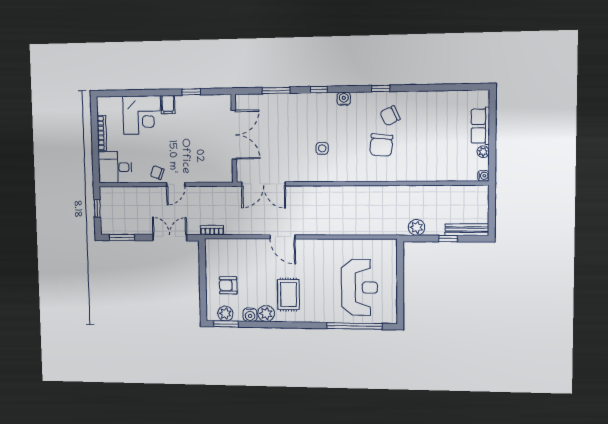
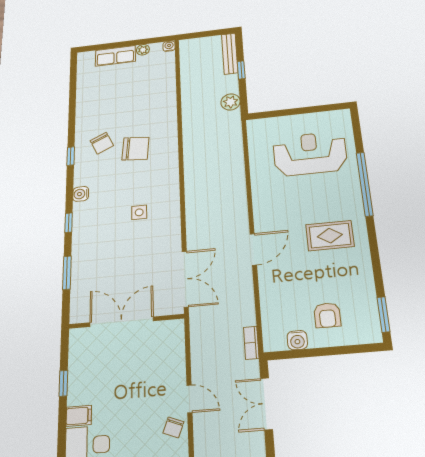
plant: (225, 314) -> (368, 316), removed
plant: (266, 314) -> (360, 262), removed
water cooler: (250, 315) -> (297, 340), moved, turned 90
window: (354, 326) -> (365, 184), moved

